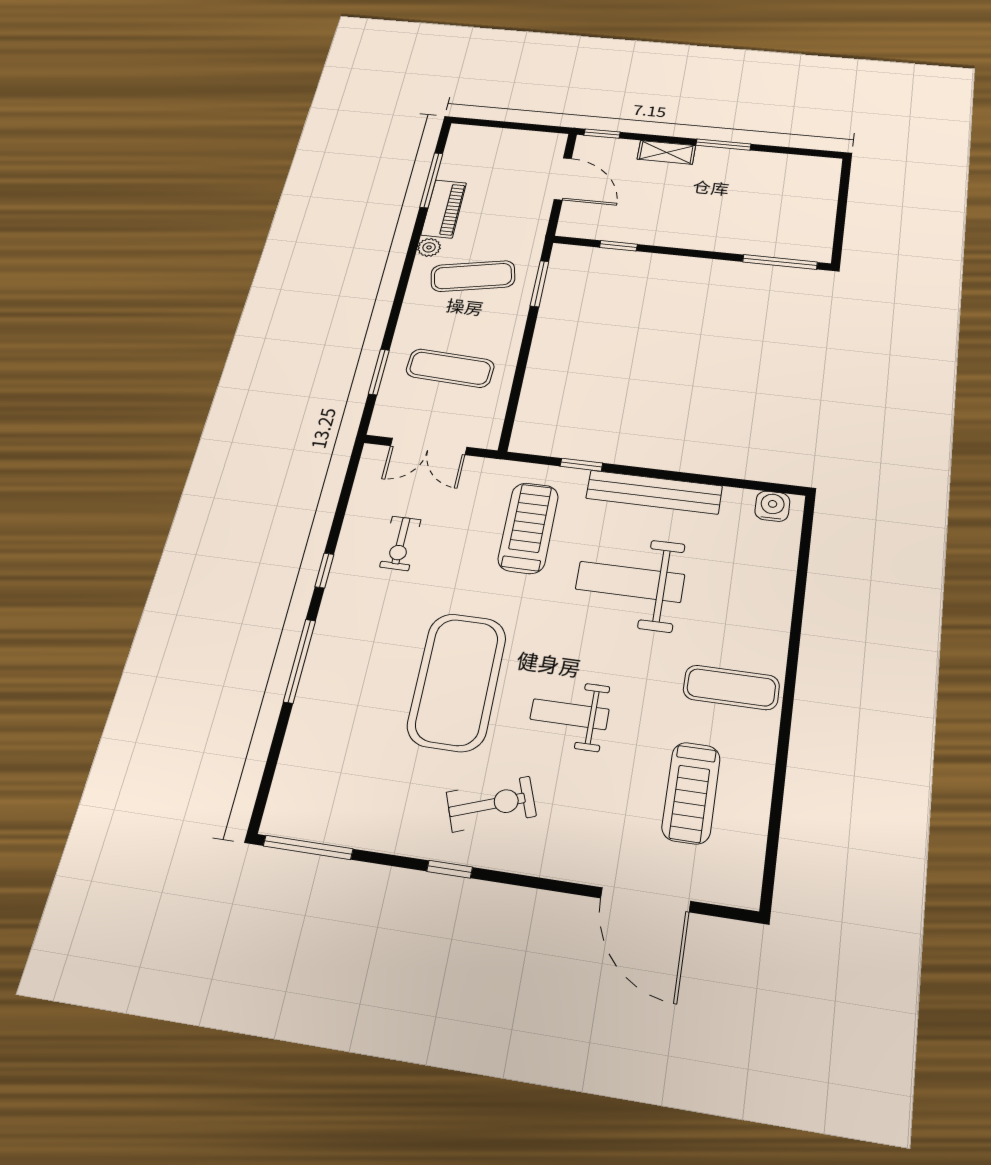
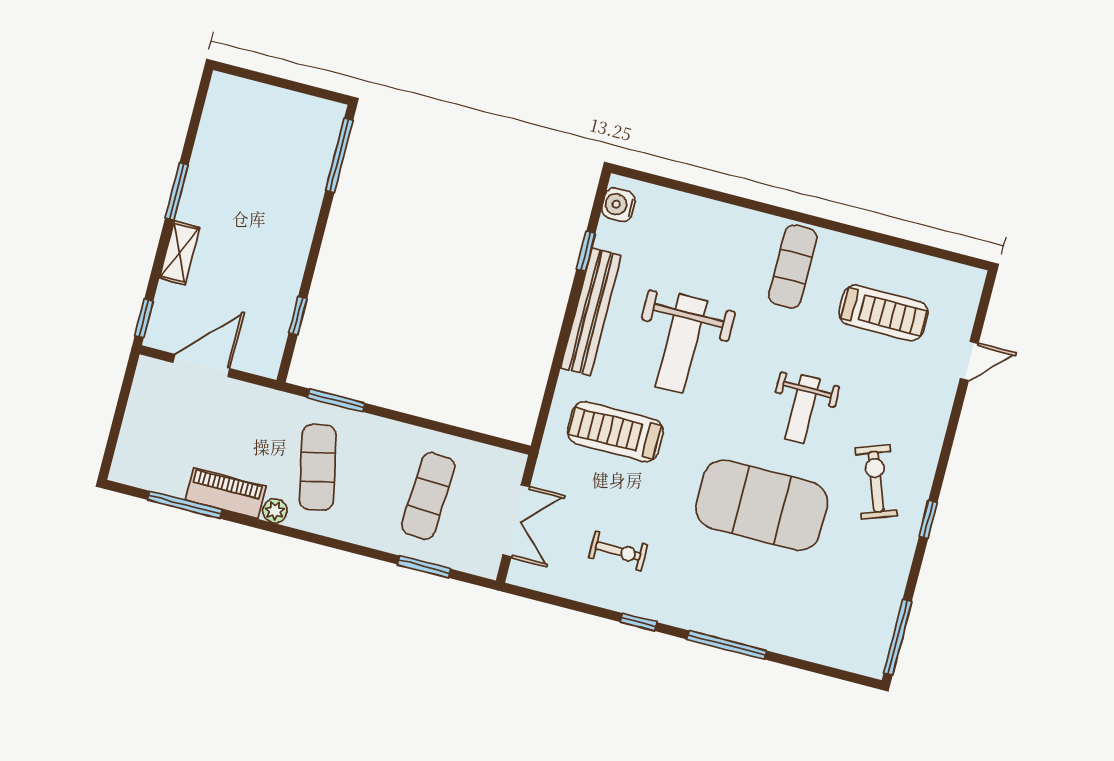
window: (581, 465) -> (586, 251), moved
door: (645, 900) -> (969, 361), width x0.53

